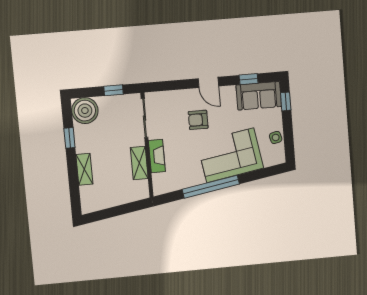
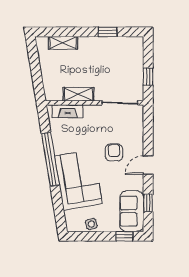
boiler: (85, 111) -> (132, 48), removed
fireplace: (157, 156) -> (68, 111), moved
shelving: (84, 169) -> (63, 43), moved

